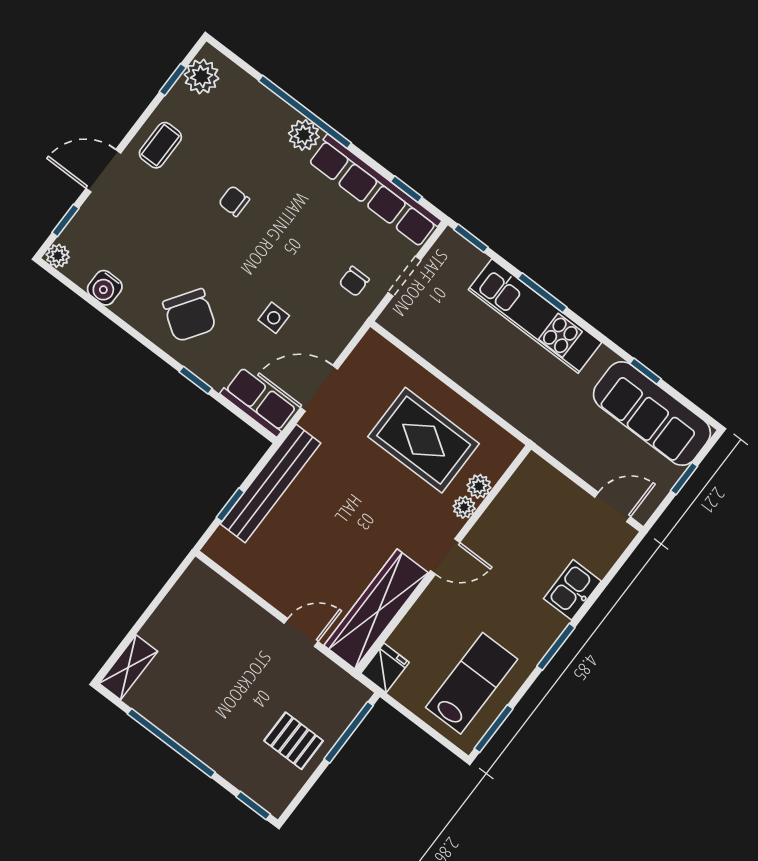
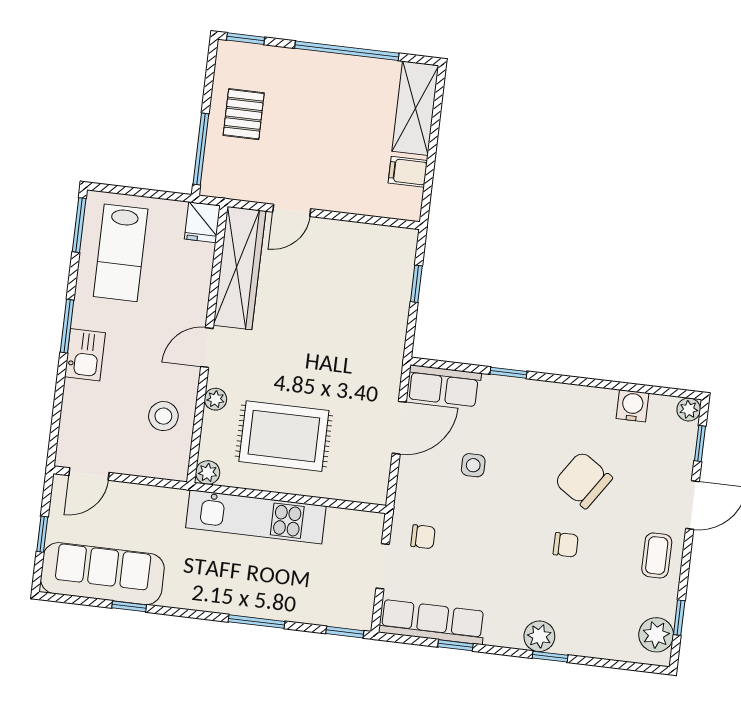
window: (305, 112) -> (550, 657), width x0.32
window: (406, 189) -> (455, 645), moved
row of seats: (374, 191) -> (432, 622), width x0.73
chair: (354, 281) -> (423, 537), turned 90
chair: (189, 315) -> (583, 480), moved
kitchen unit: (535, 316) -> (256, 517), moved, turned 180
bench: (271, 483) -> (393, 322), removed
plant: (479, 486) -> (208, 473), moved
stool: (518, 519) -> (163, 416), added
kitchen sink: (572, 590) -> (85, 355), moved
filing cabinet: (180, 607) -> (408, 172), added
shelving: (128, 667) -> (415, 108), width x1.50, depth x1.33
pallet: (294, 741) -> (244, 114), turned 90

